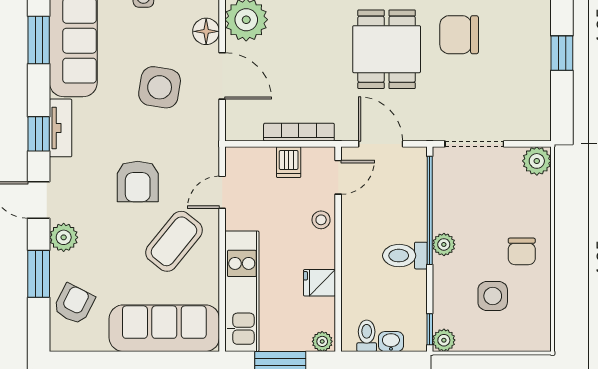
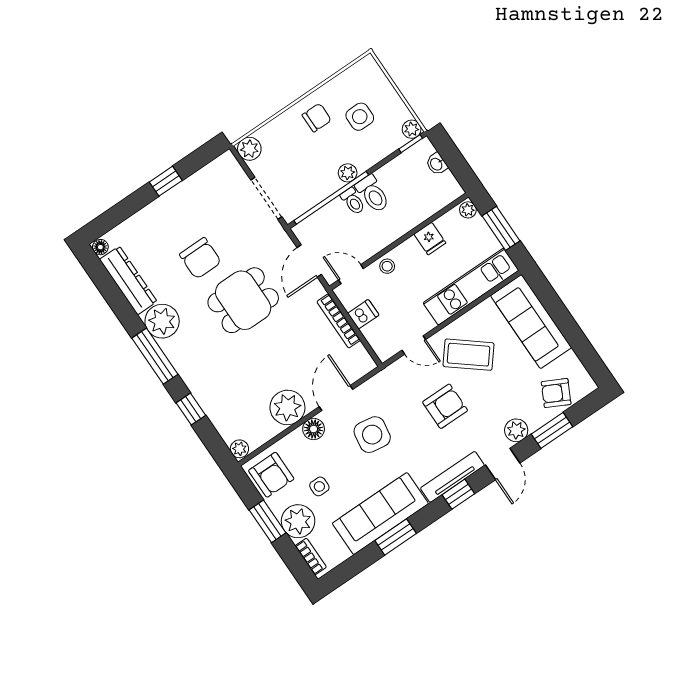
tv unit: (61, 128) -> (452, 477), width x1.41
toilet: (367, 336) -> (353, 201), moved, turned -90

